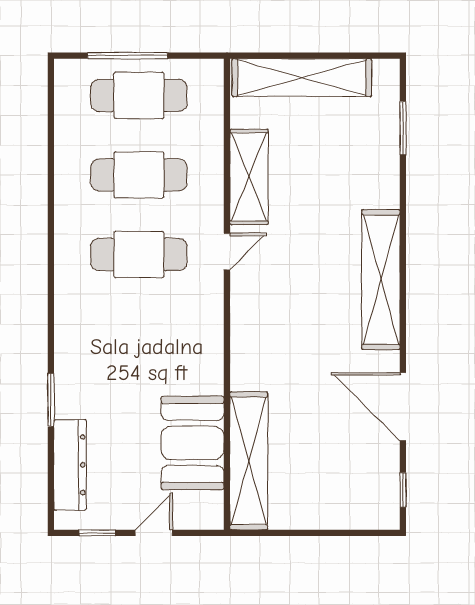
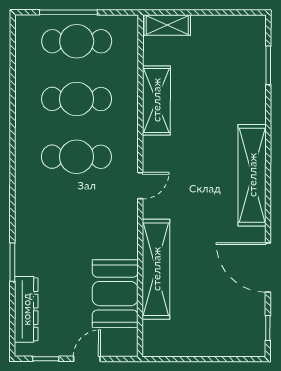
shelving: (302, 78) -> (167, 25), width x0.45, depth x0.75
door: (227, 251) -> (140, 186), moved
shelving: (249, 461) -> (156, 269), moved

